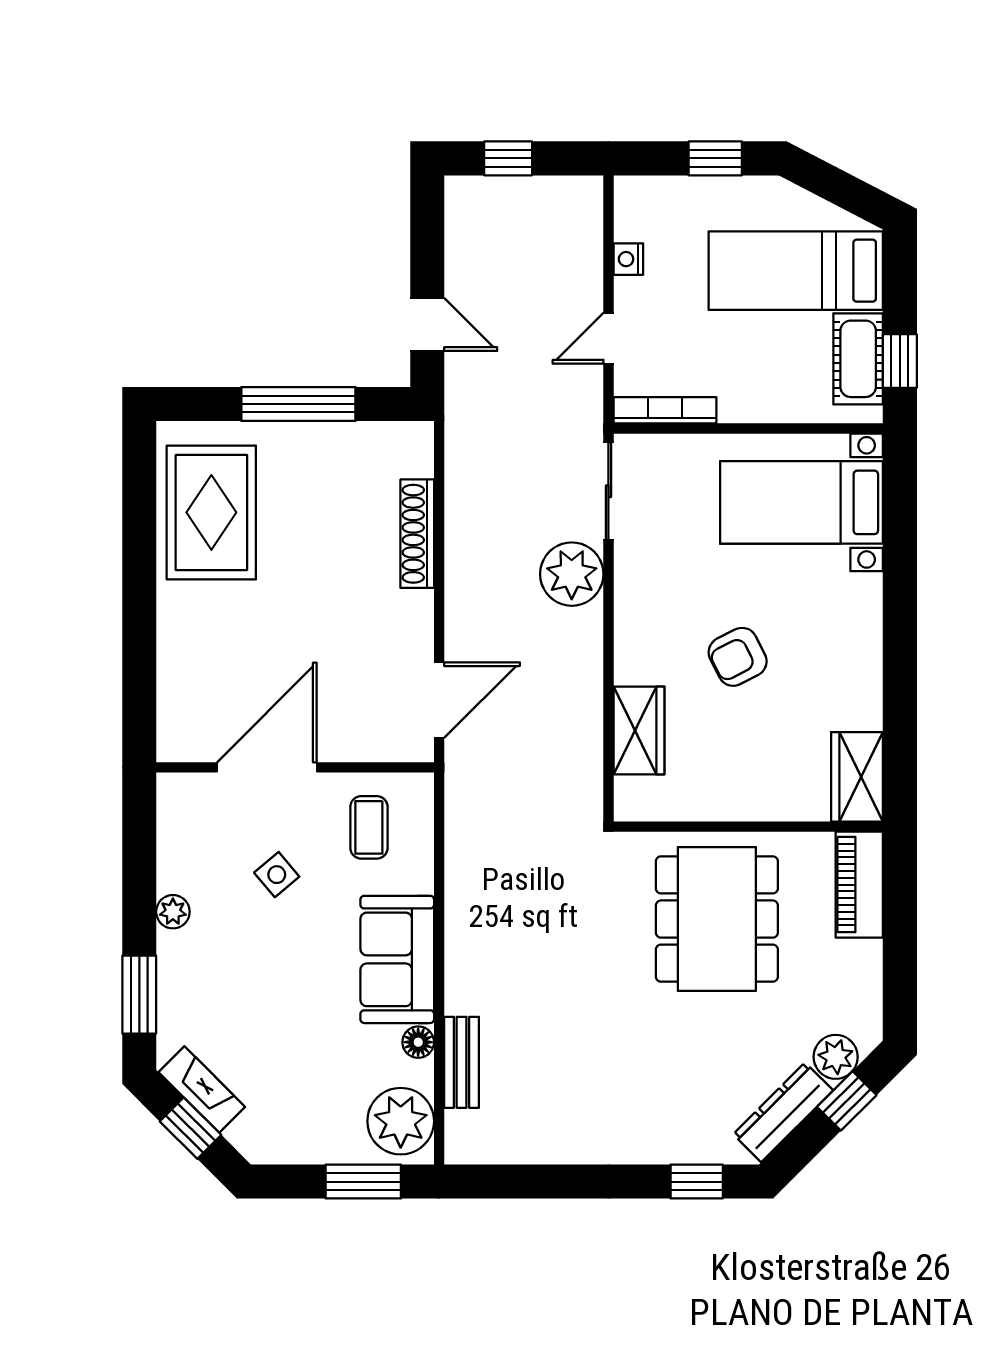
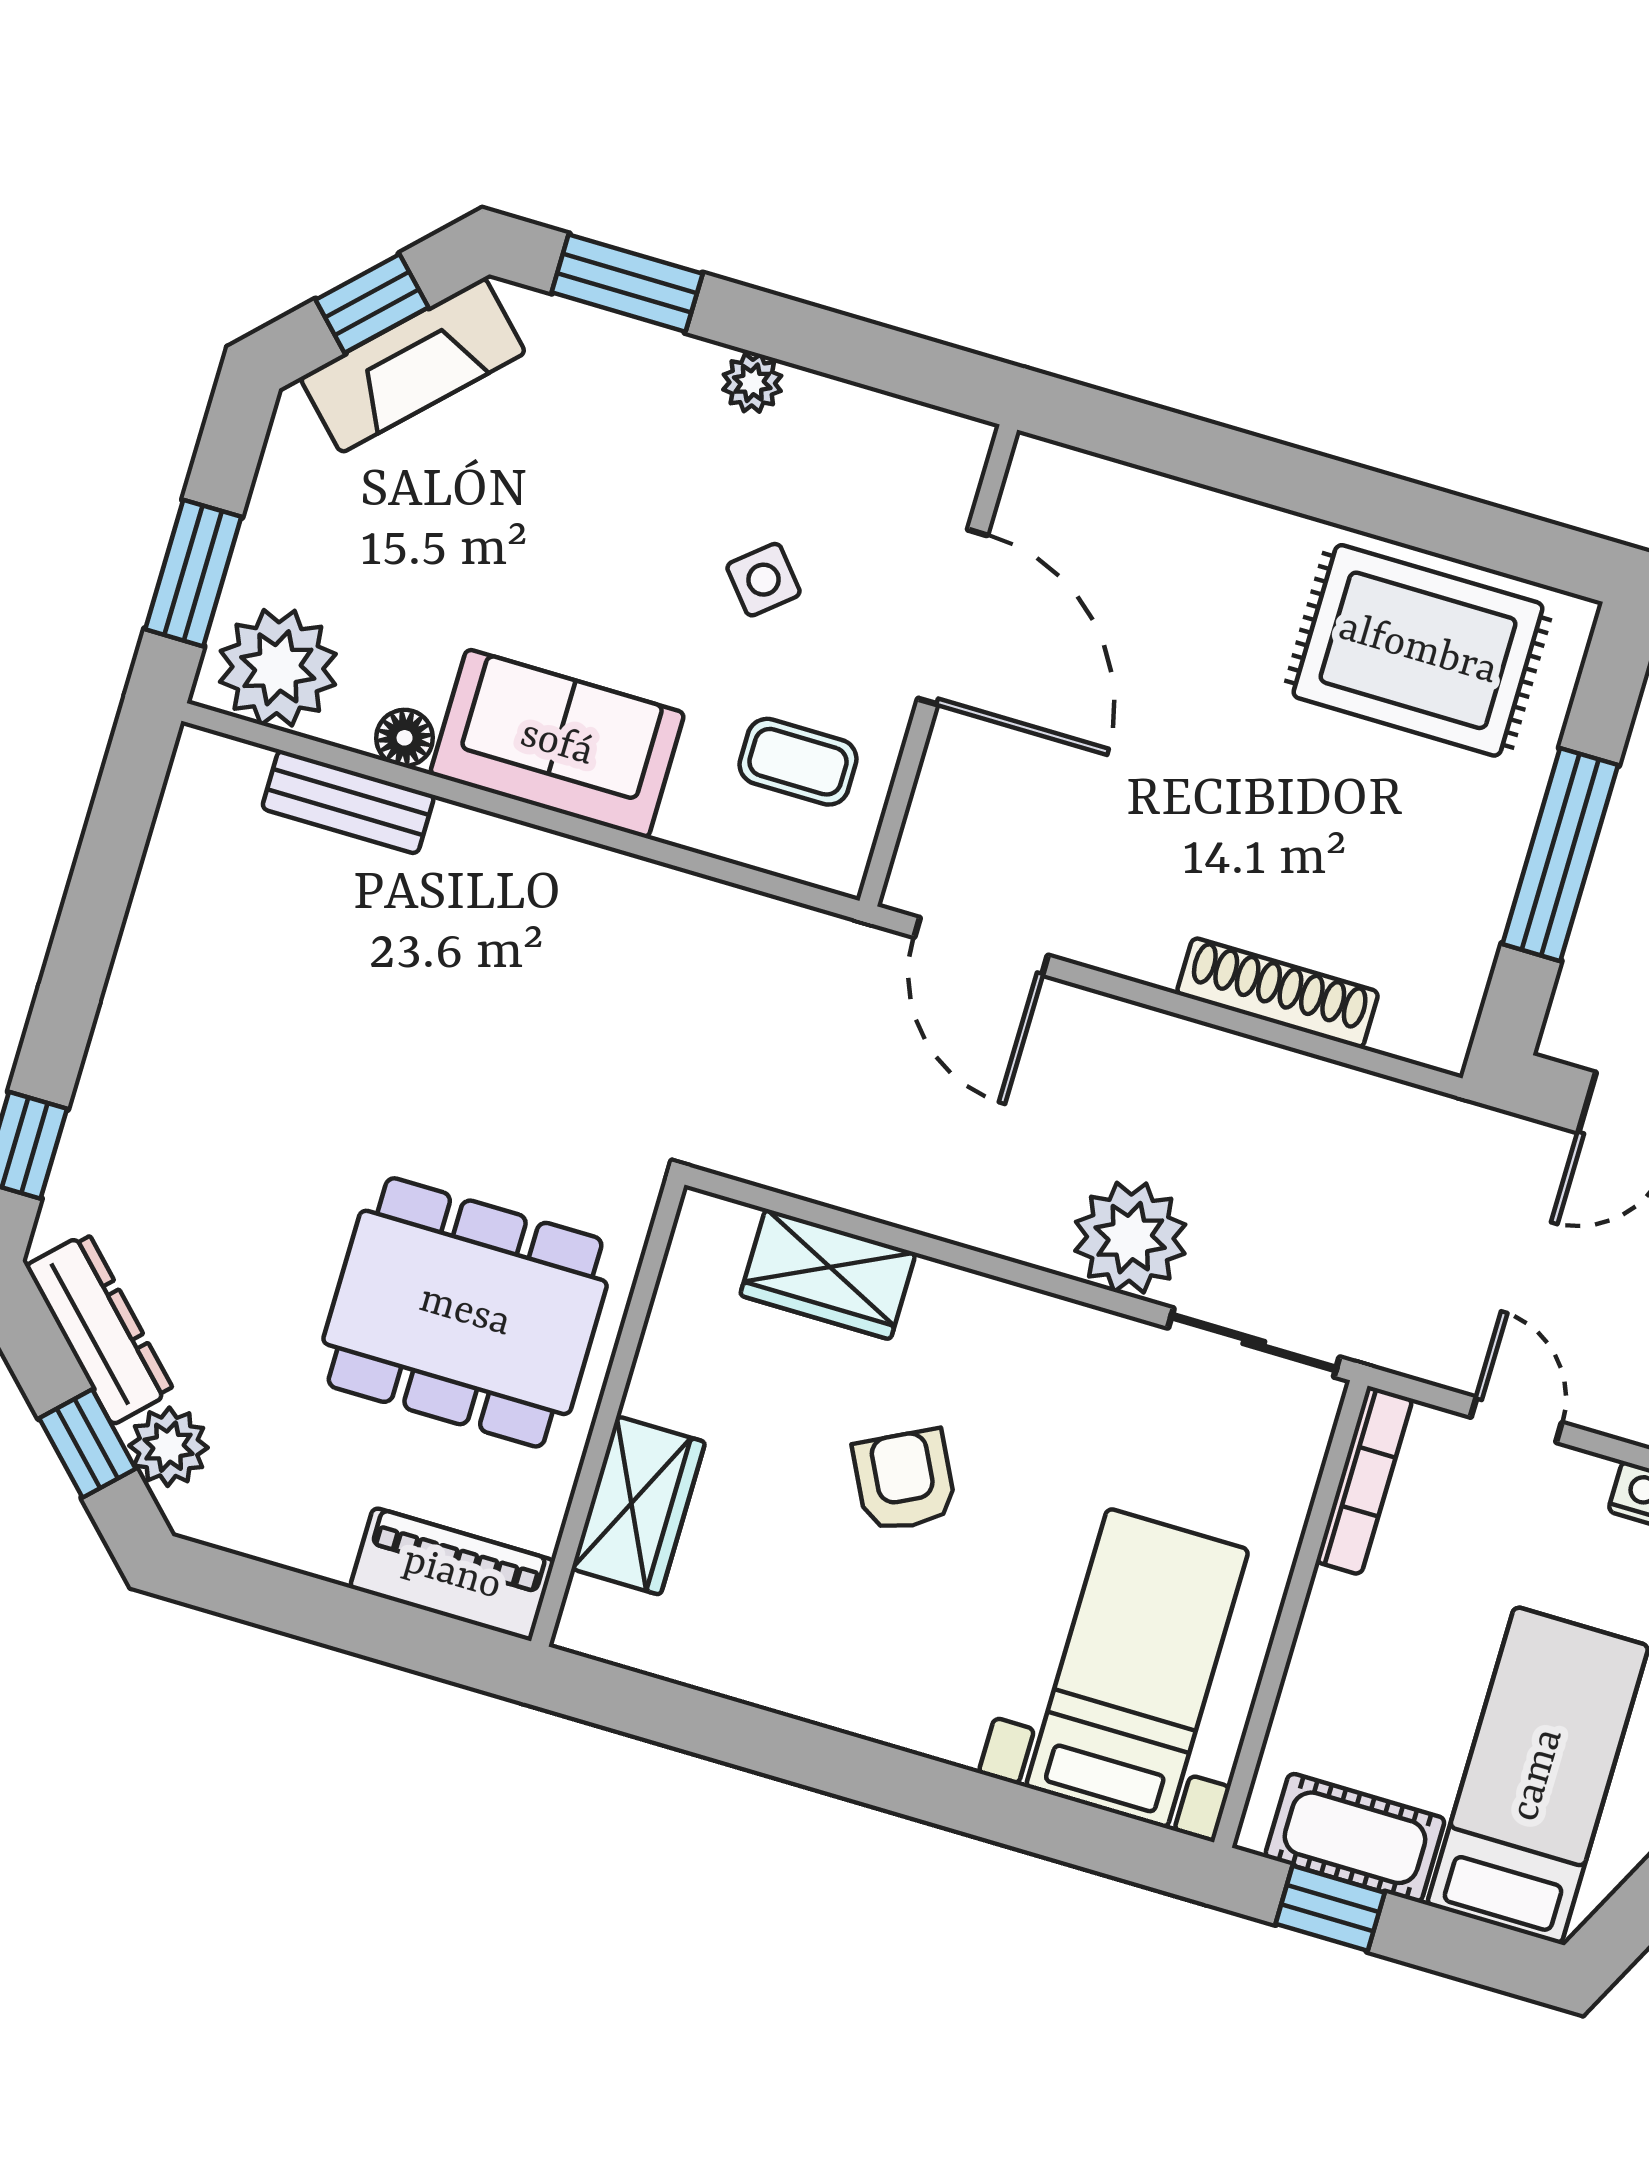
wardrobe: (857, 777) -> (638, 1505), moved, turned 90
fireplace: (202, 1089) -> (413, 365), width x1.37, depth x1.32

